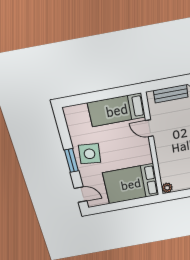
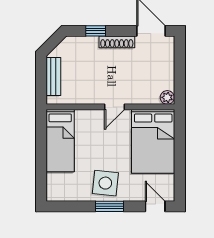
door: (149, 128) -> (115, 107), moved
door: (81, 195) -> (155, 206), hinge flipped

